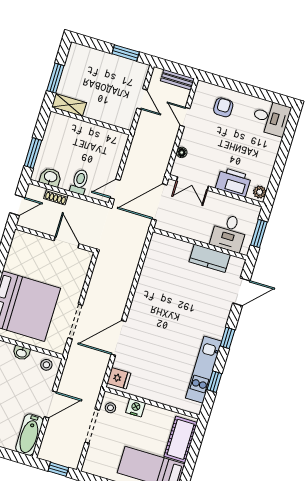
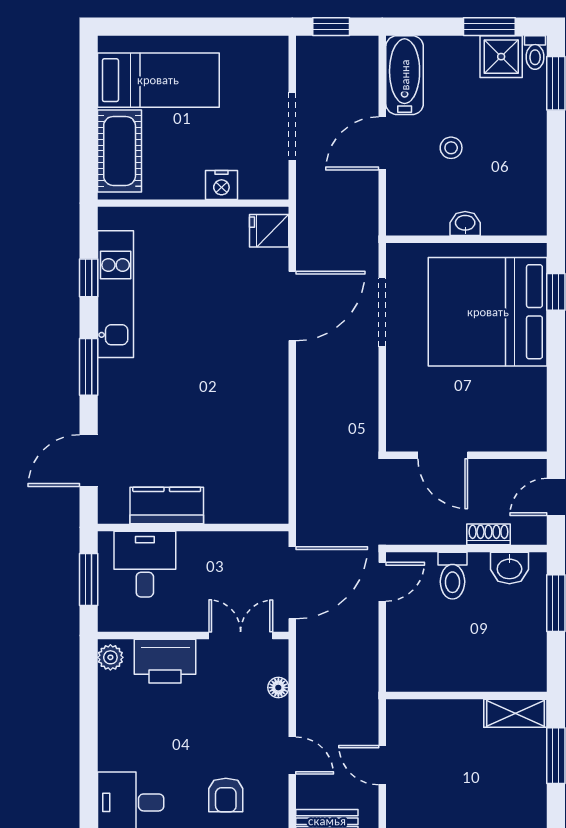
window: (228, 338) -> (89, 367), width x1.50
stool: (46, 365) -> (451, 148), moved
stool: (110, 408) -> (268, 171), removed

